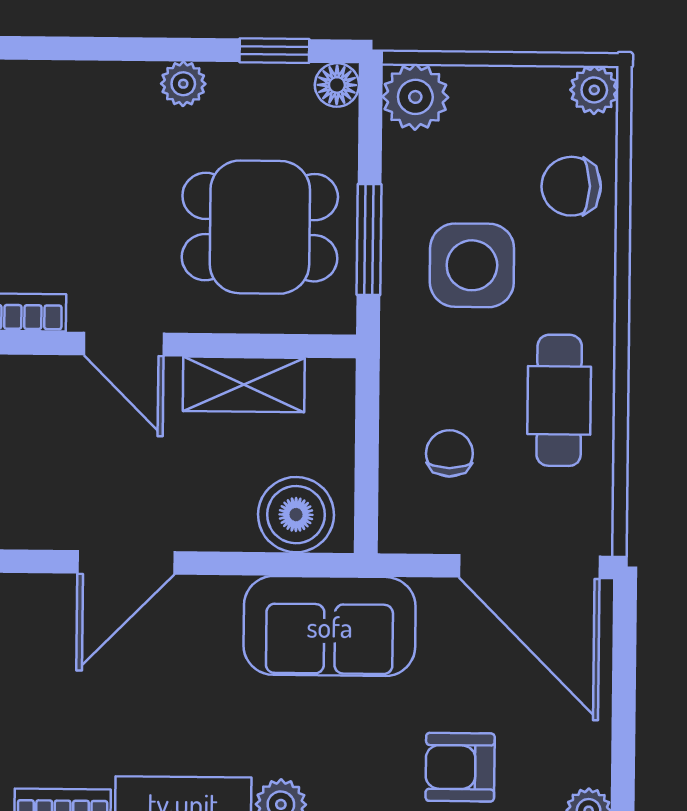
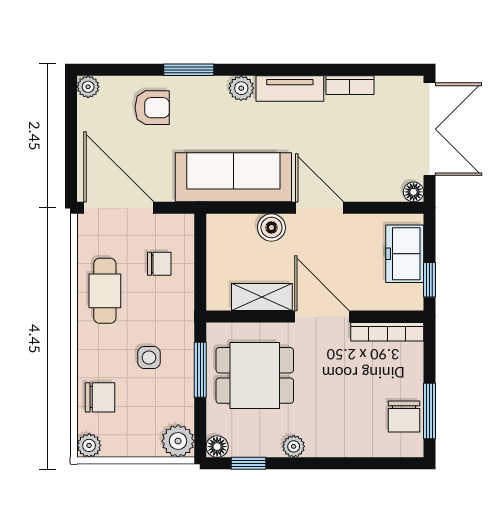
side table: (472, 265) -> (149, 358), width x0.54, depth x0.54
door: (124, 344) -> (322, 317), width x1.38
chair: (449, 453) -> (159, 264), turned -90
boiler: (296, 515) -> (271, 228), moved, width x0.73, depth x0.73
door: (126, 562) -> (320, 208), hinge flipped
sofa: (330, 626) -> (233, 177), width x1.36

